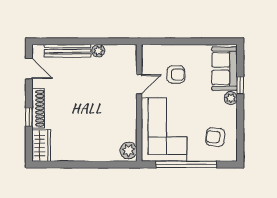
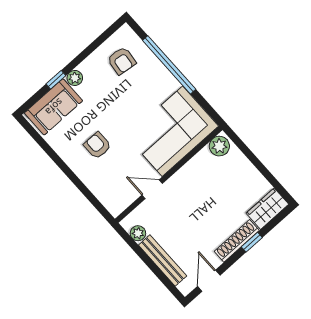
door: (139, 84) -> (152, 189), moved
wall: (139, 103) -> (169, 174), moved
corner sofa: (164, 129) -> (172, 131), moved
plant: (129, 150) -> (219, 146), moved

